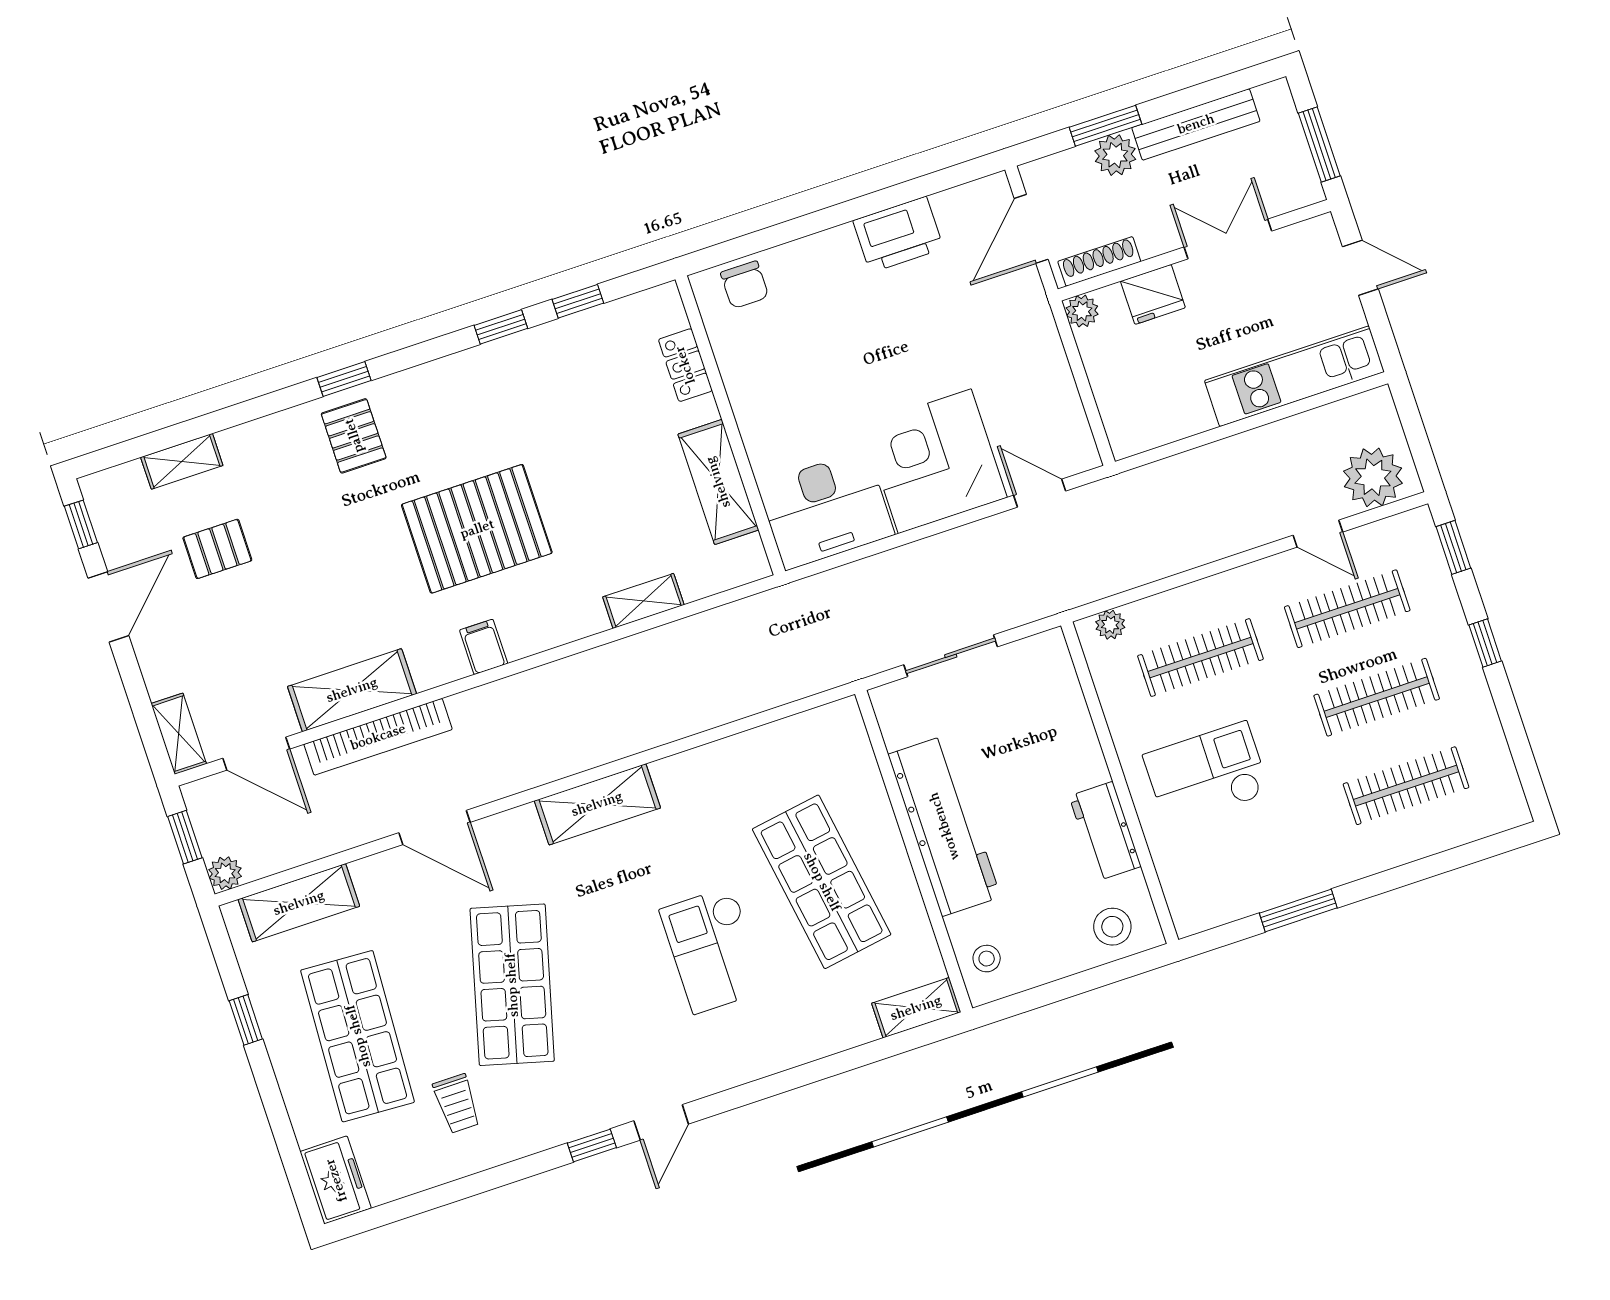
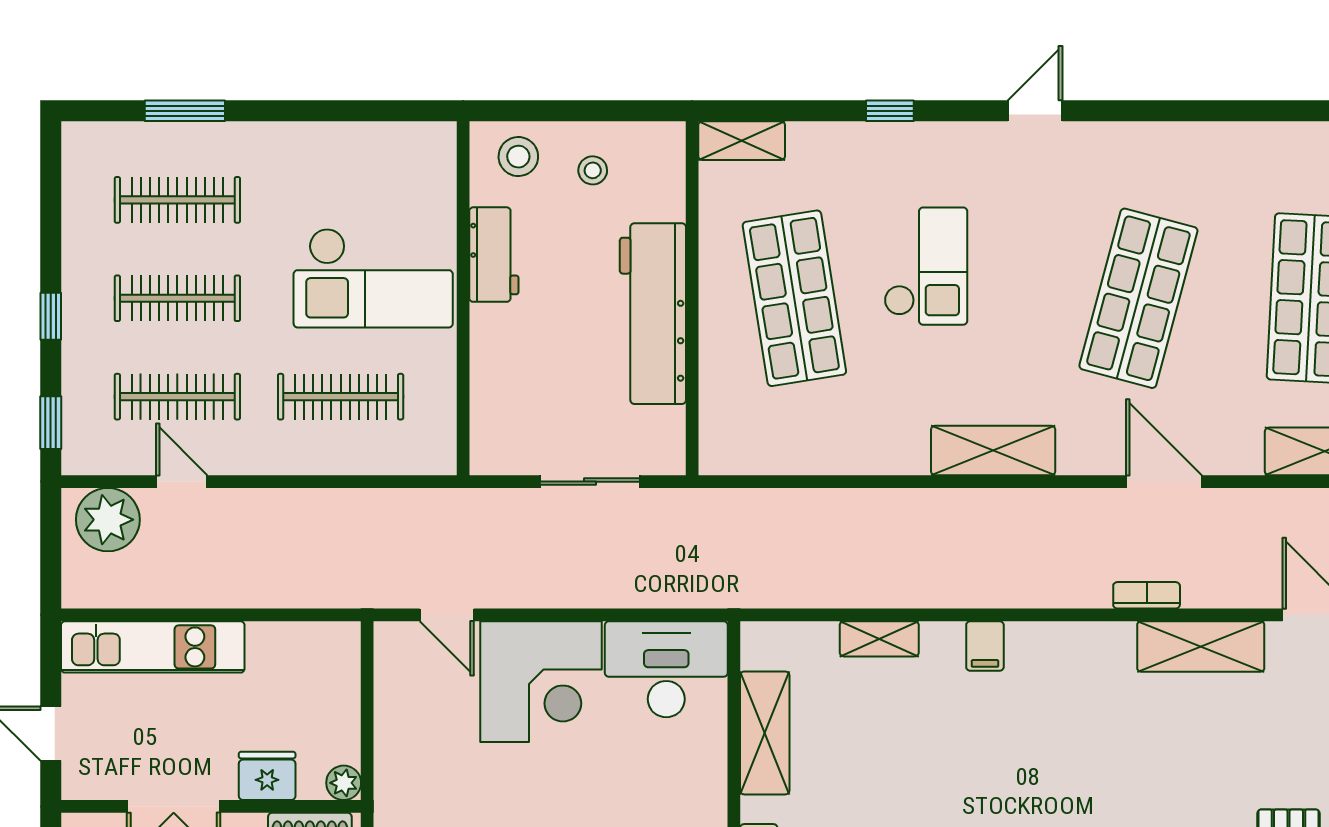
pallet: (477, 529) -> (1022, 767), removed
plant: (1110, 625) -> (420, 460), removed
filing cabinet: (484, 647) -> (985, 646), moved
bookcase: (378, 737) -> (1147, 595), width x0.43, depth x0.76
checkout: (1207, 774) -> (373, 278), width x1.36, depth x1.21
window: (1298, 910) -> (185, 111), moved
stool: (987, 959) -> (593, 170), moved
trolley: (457, 1104) -> (1233, 198), removed
window: (592, 1145) -> (890, 111), moved

